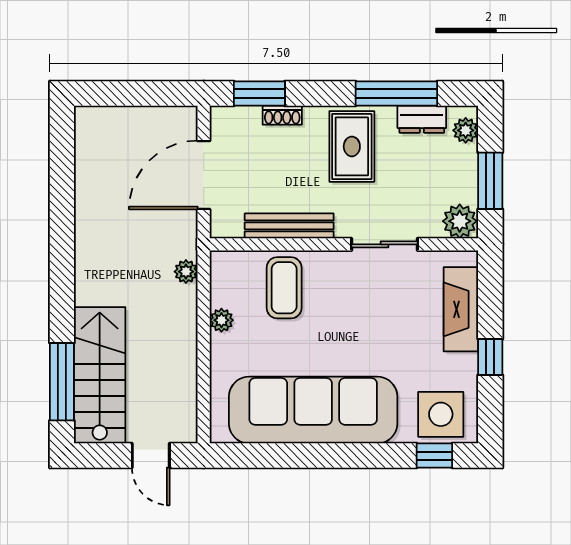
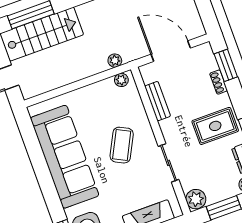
bench: (289, 226) -> (158, 101), width x0.73
coffee table: (284, 288) -> (122, 145), moved, turned -63
plant: (221, 320) -> (121, 80), moved

